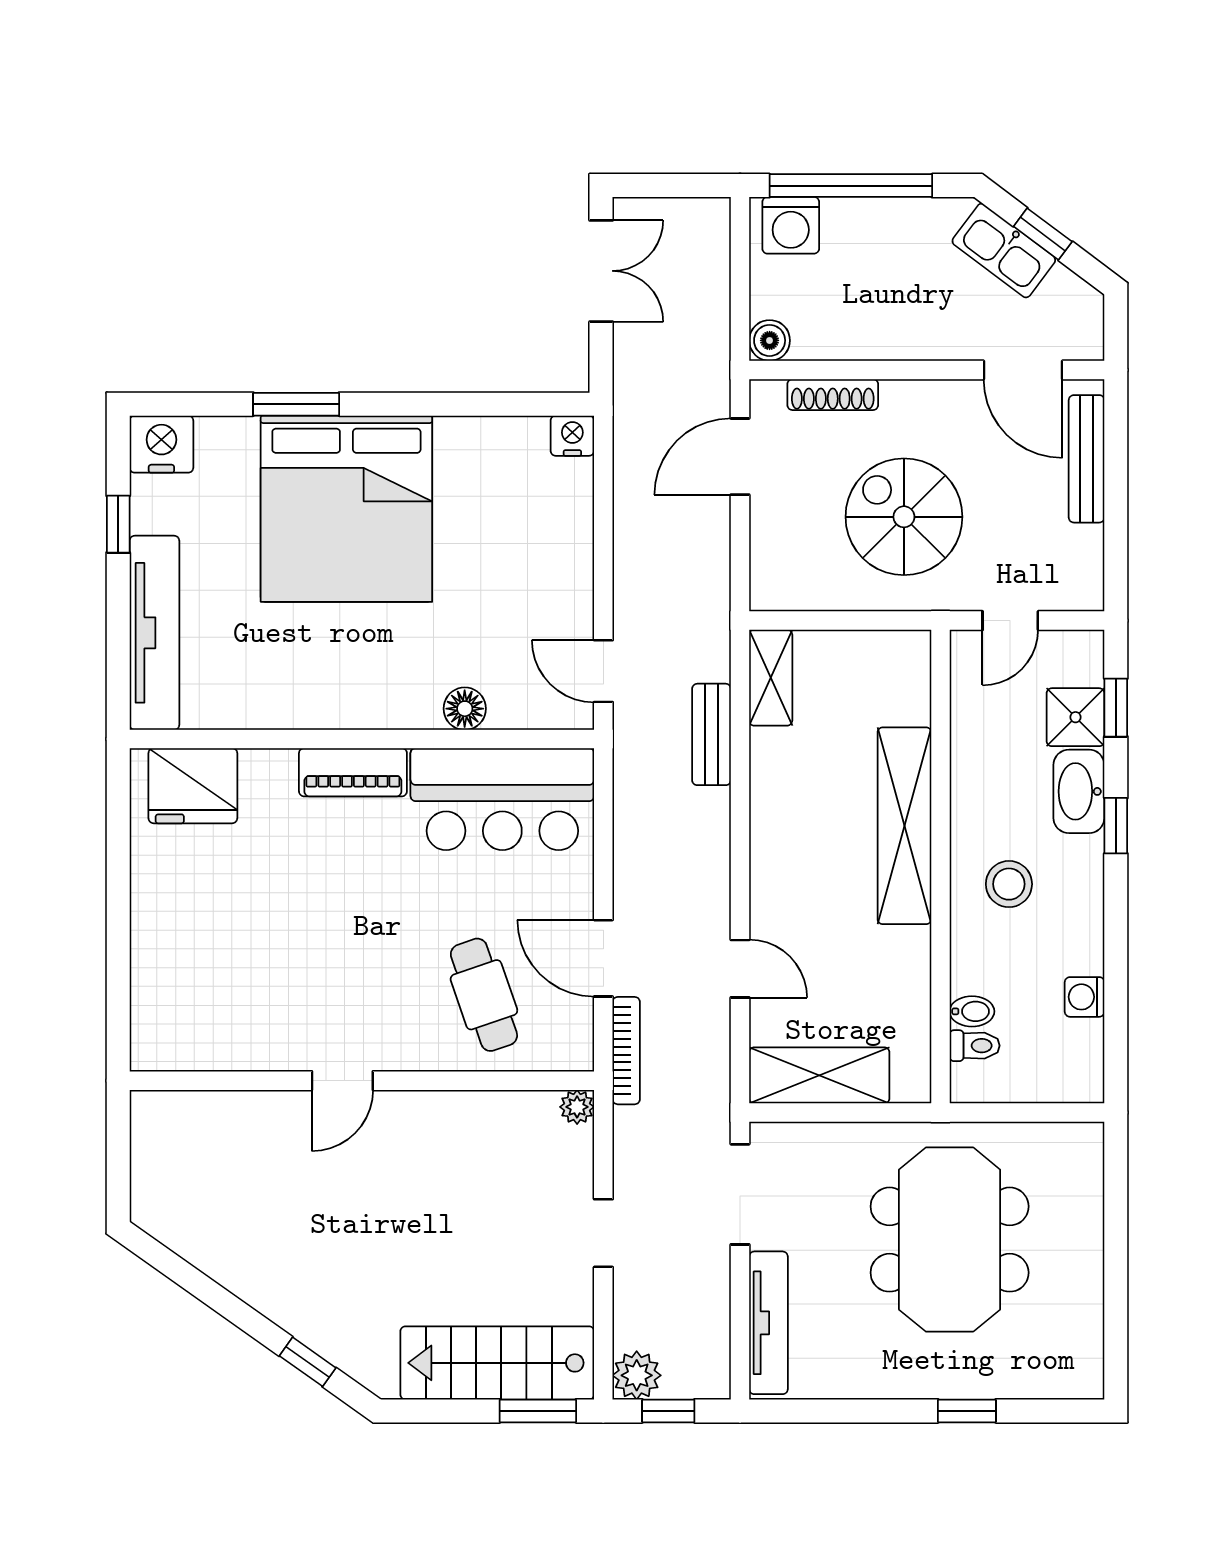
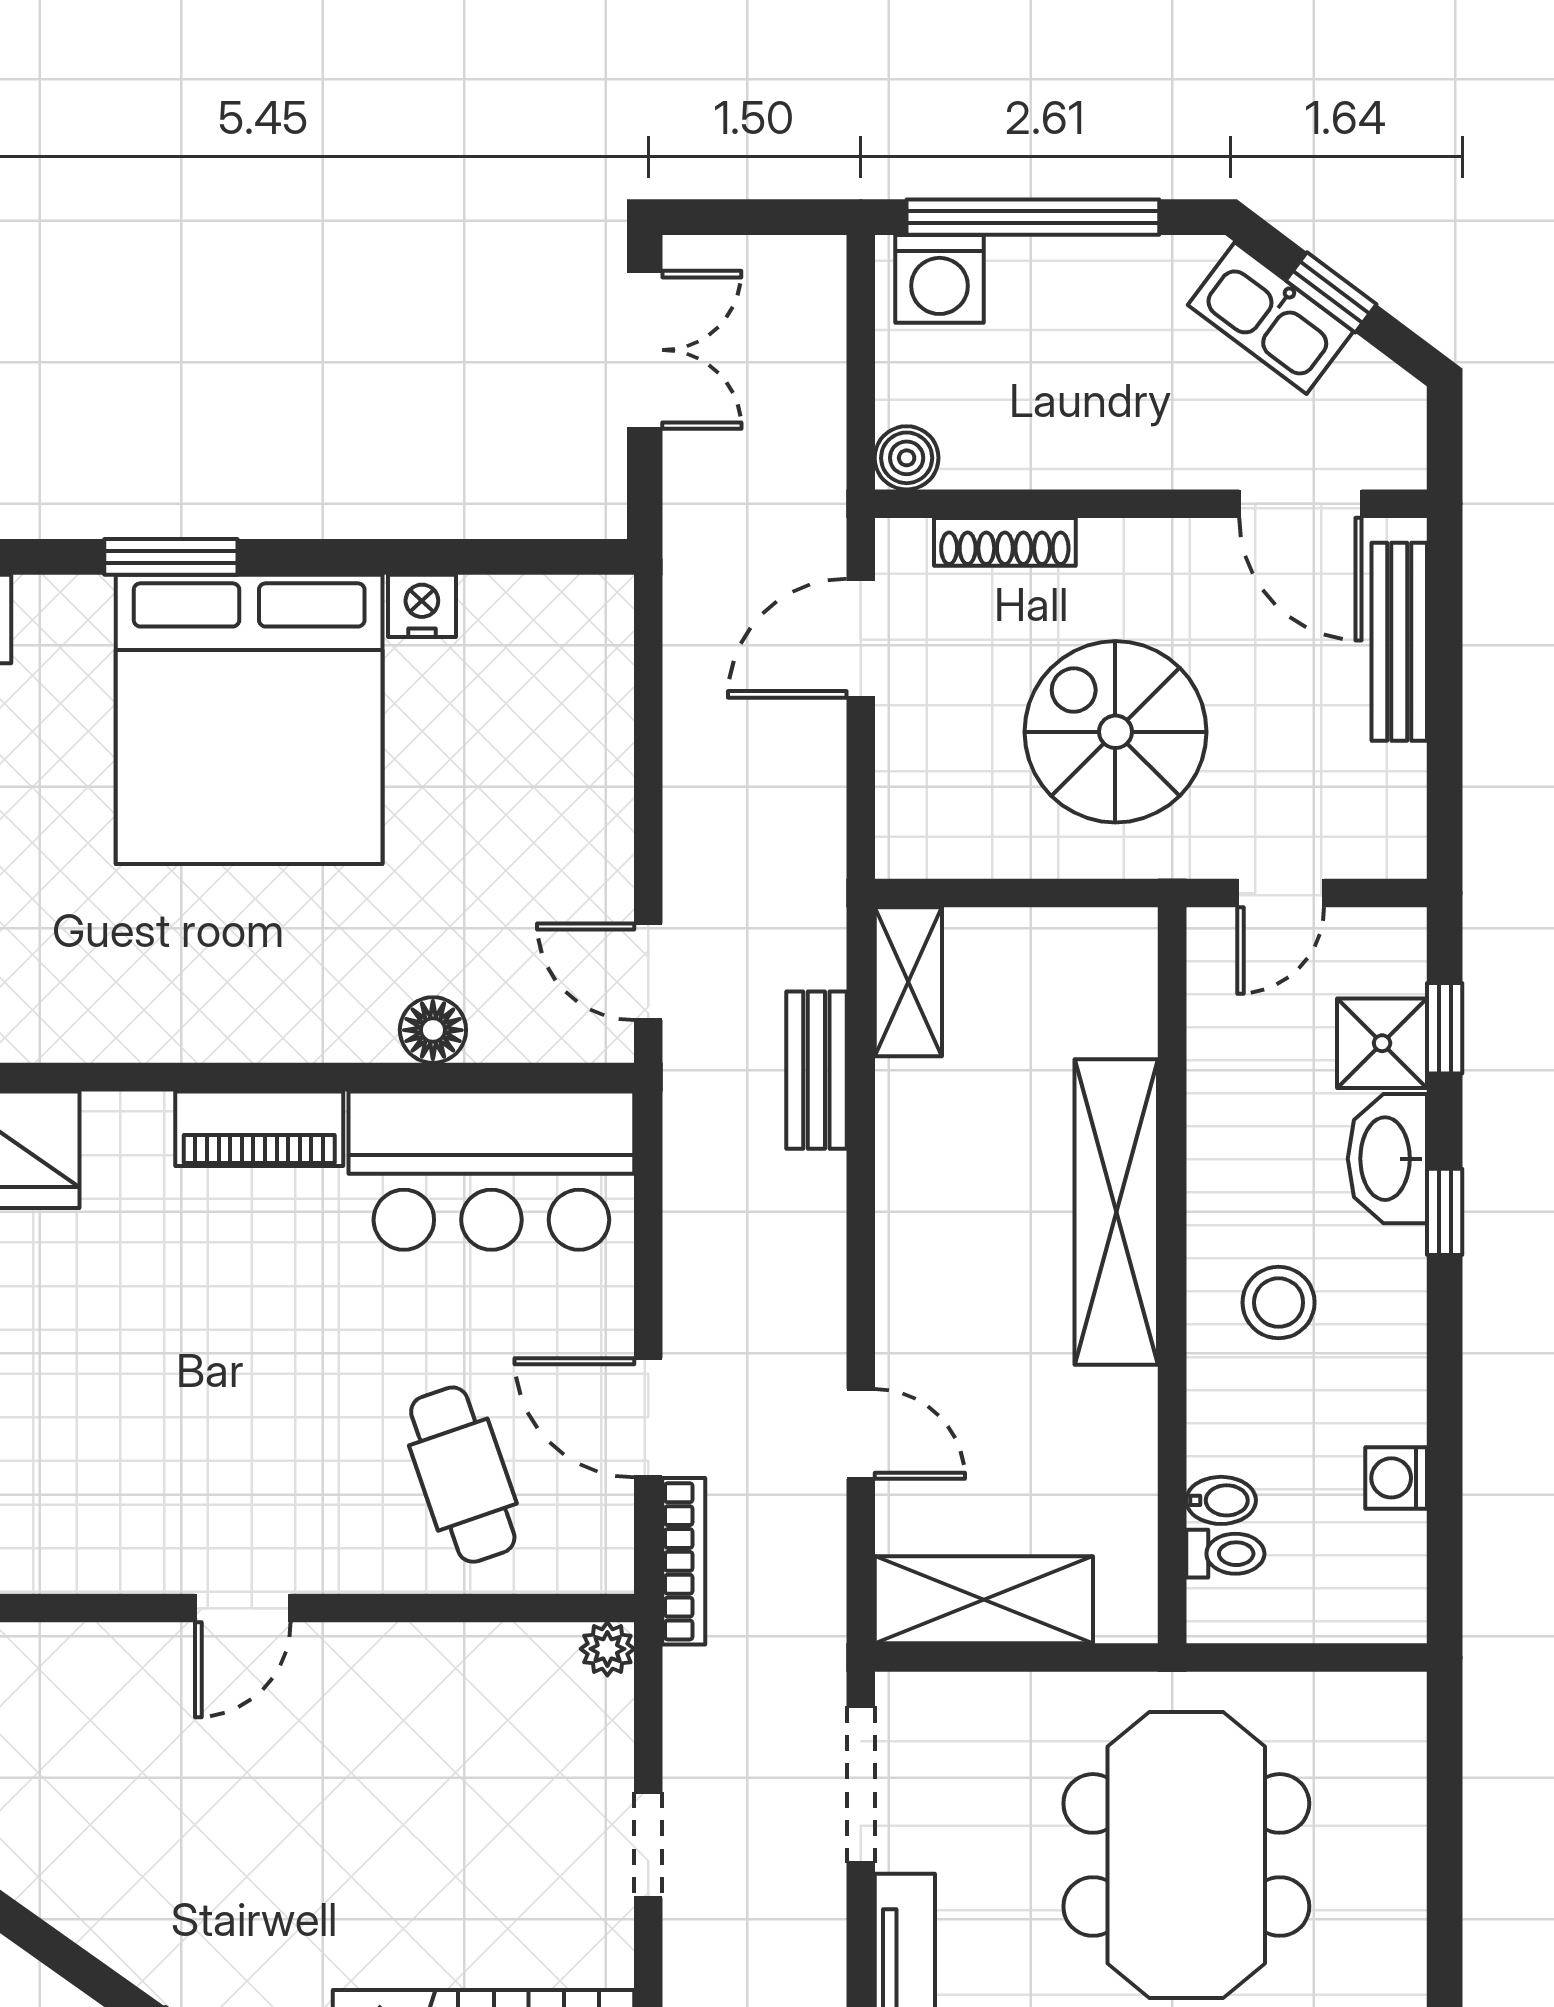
nightstand: (572, 436) -> (422, 606), moved

